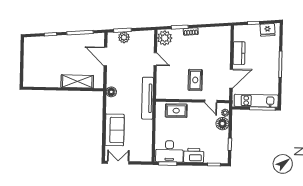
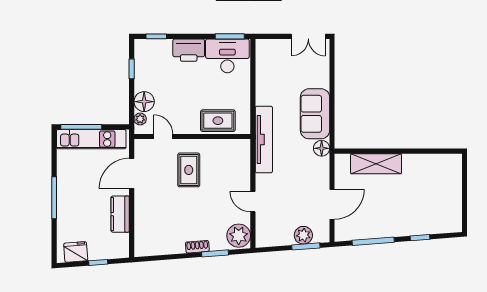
door: (105, 56) -> (332, 204), hinge flipped
sofa: (115, 130) -> (315, 114), moved

